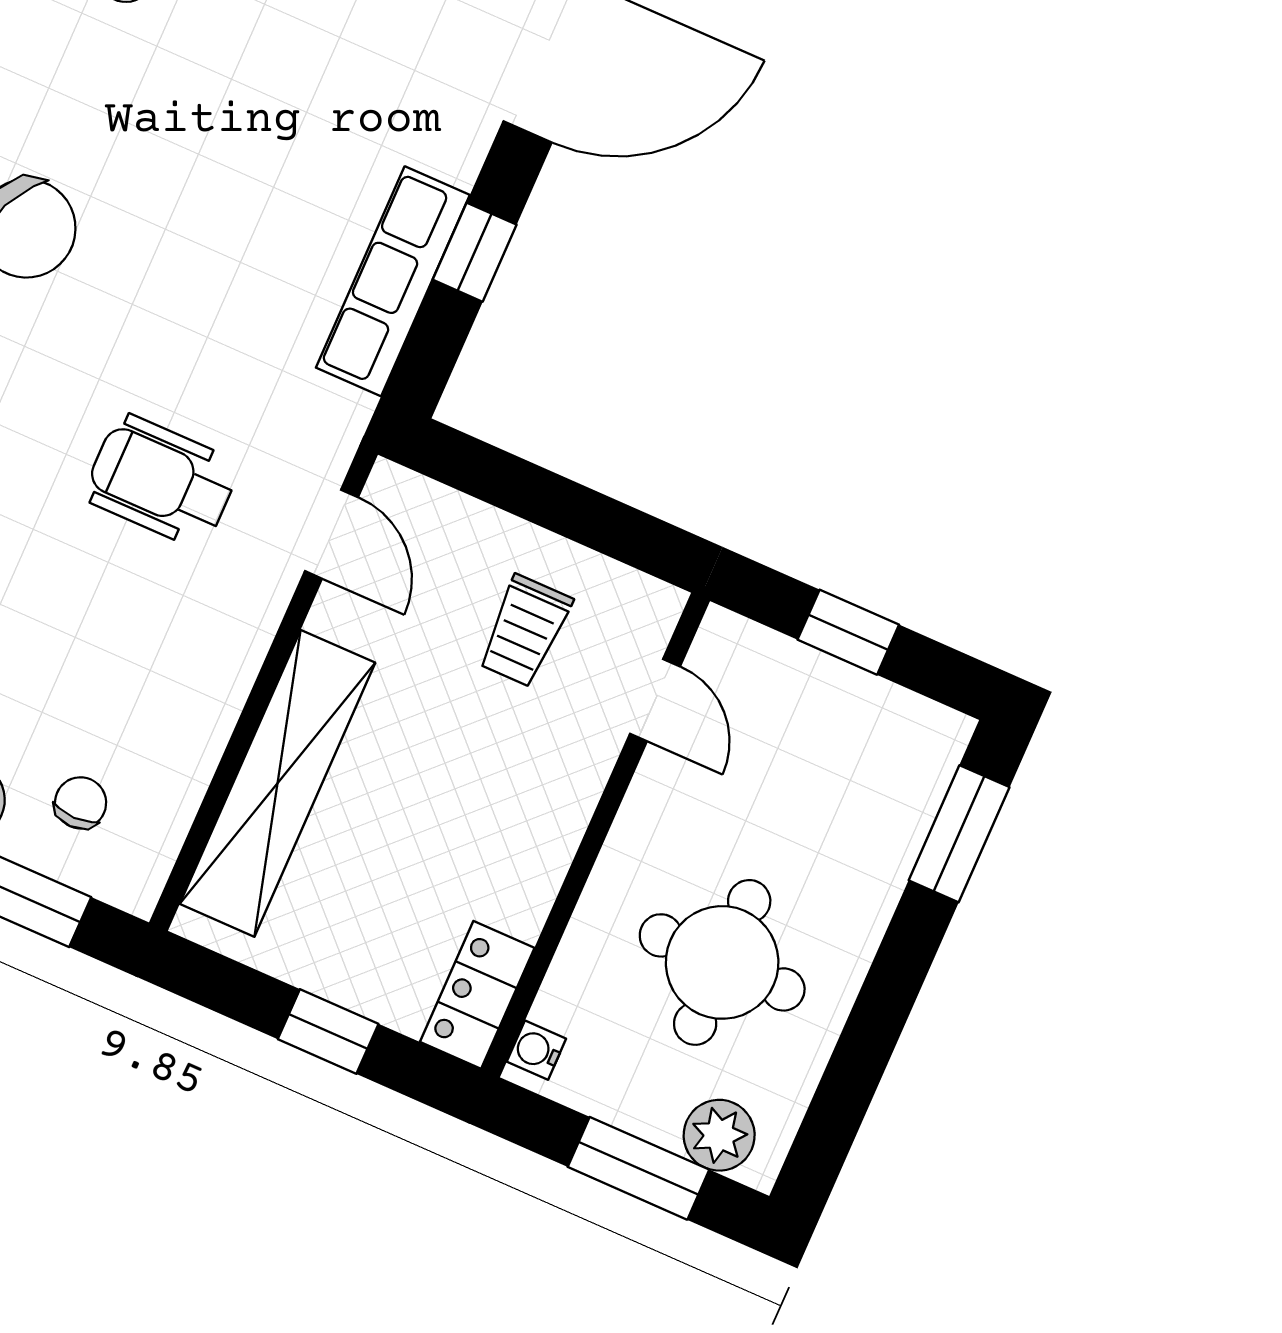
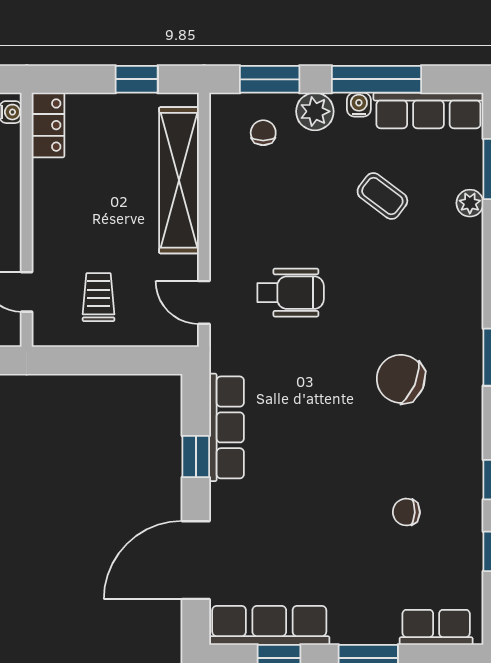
chair: (81, 803) -> (263, 133), turned 180
window: (328, 1031) -> (137, 79), moved

